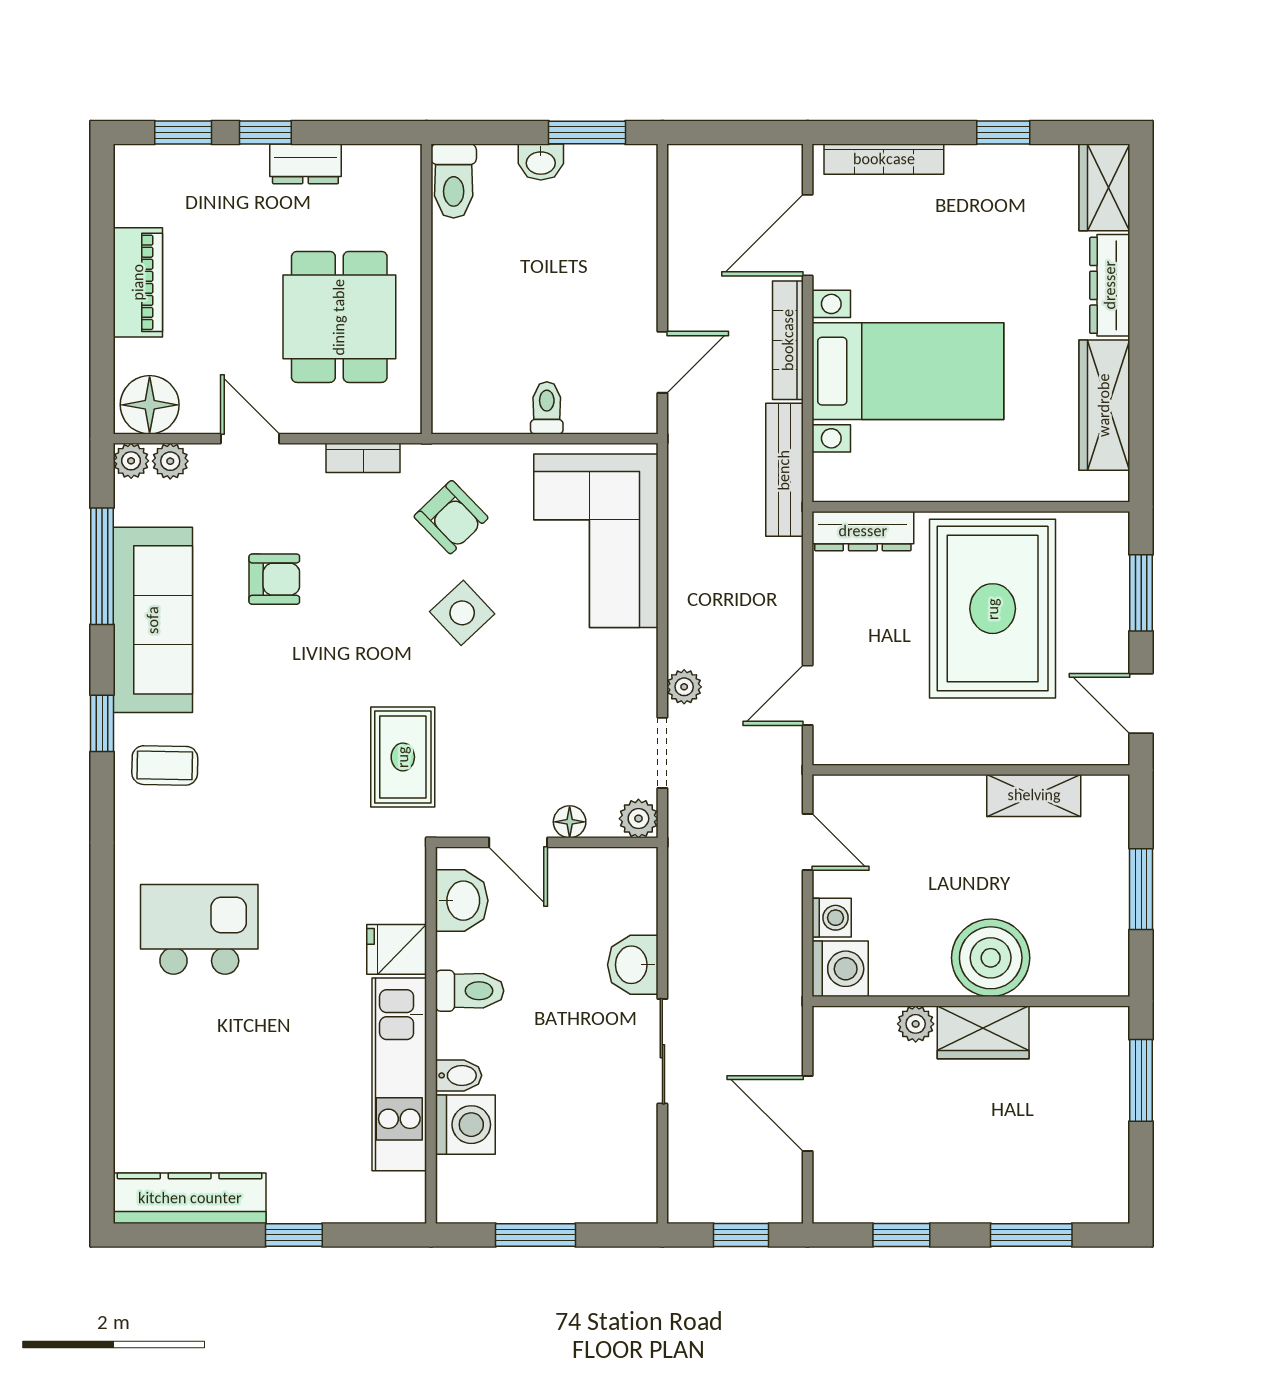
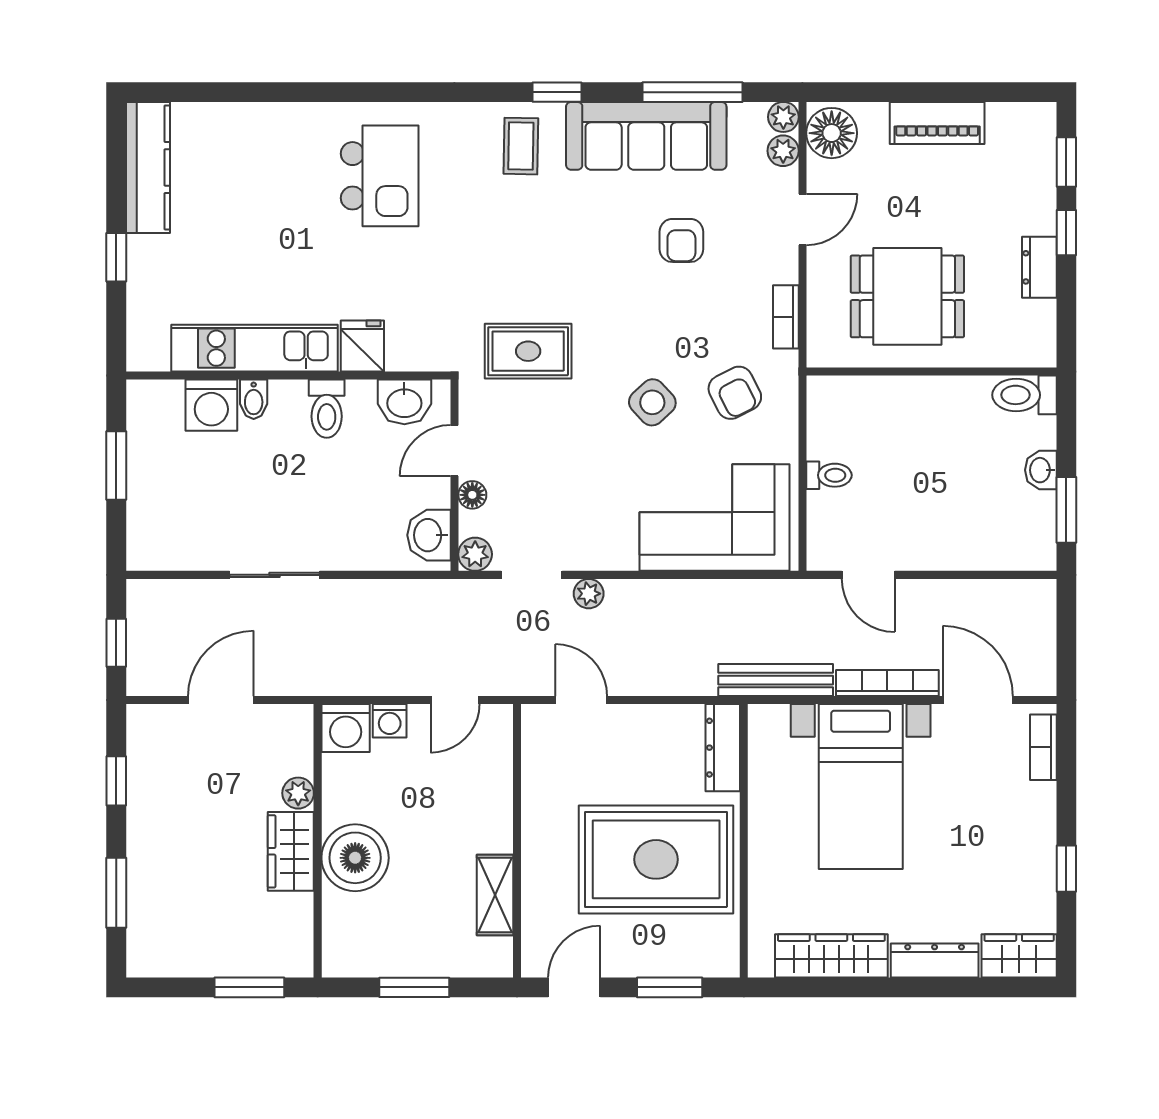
bookcase: (884, 159) -> (1043, 747), width x0.64
armchair: (451, 517) -> (735, 393), turned -73
washbasin: (633, 965) -> (429, 535), moved, turned -90

